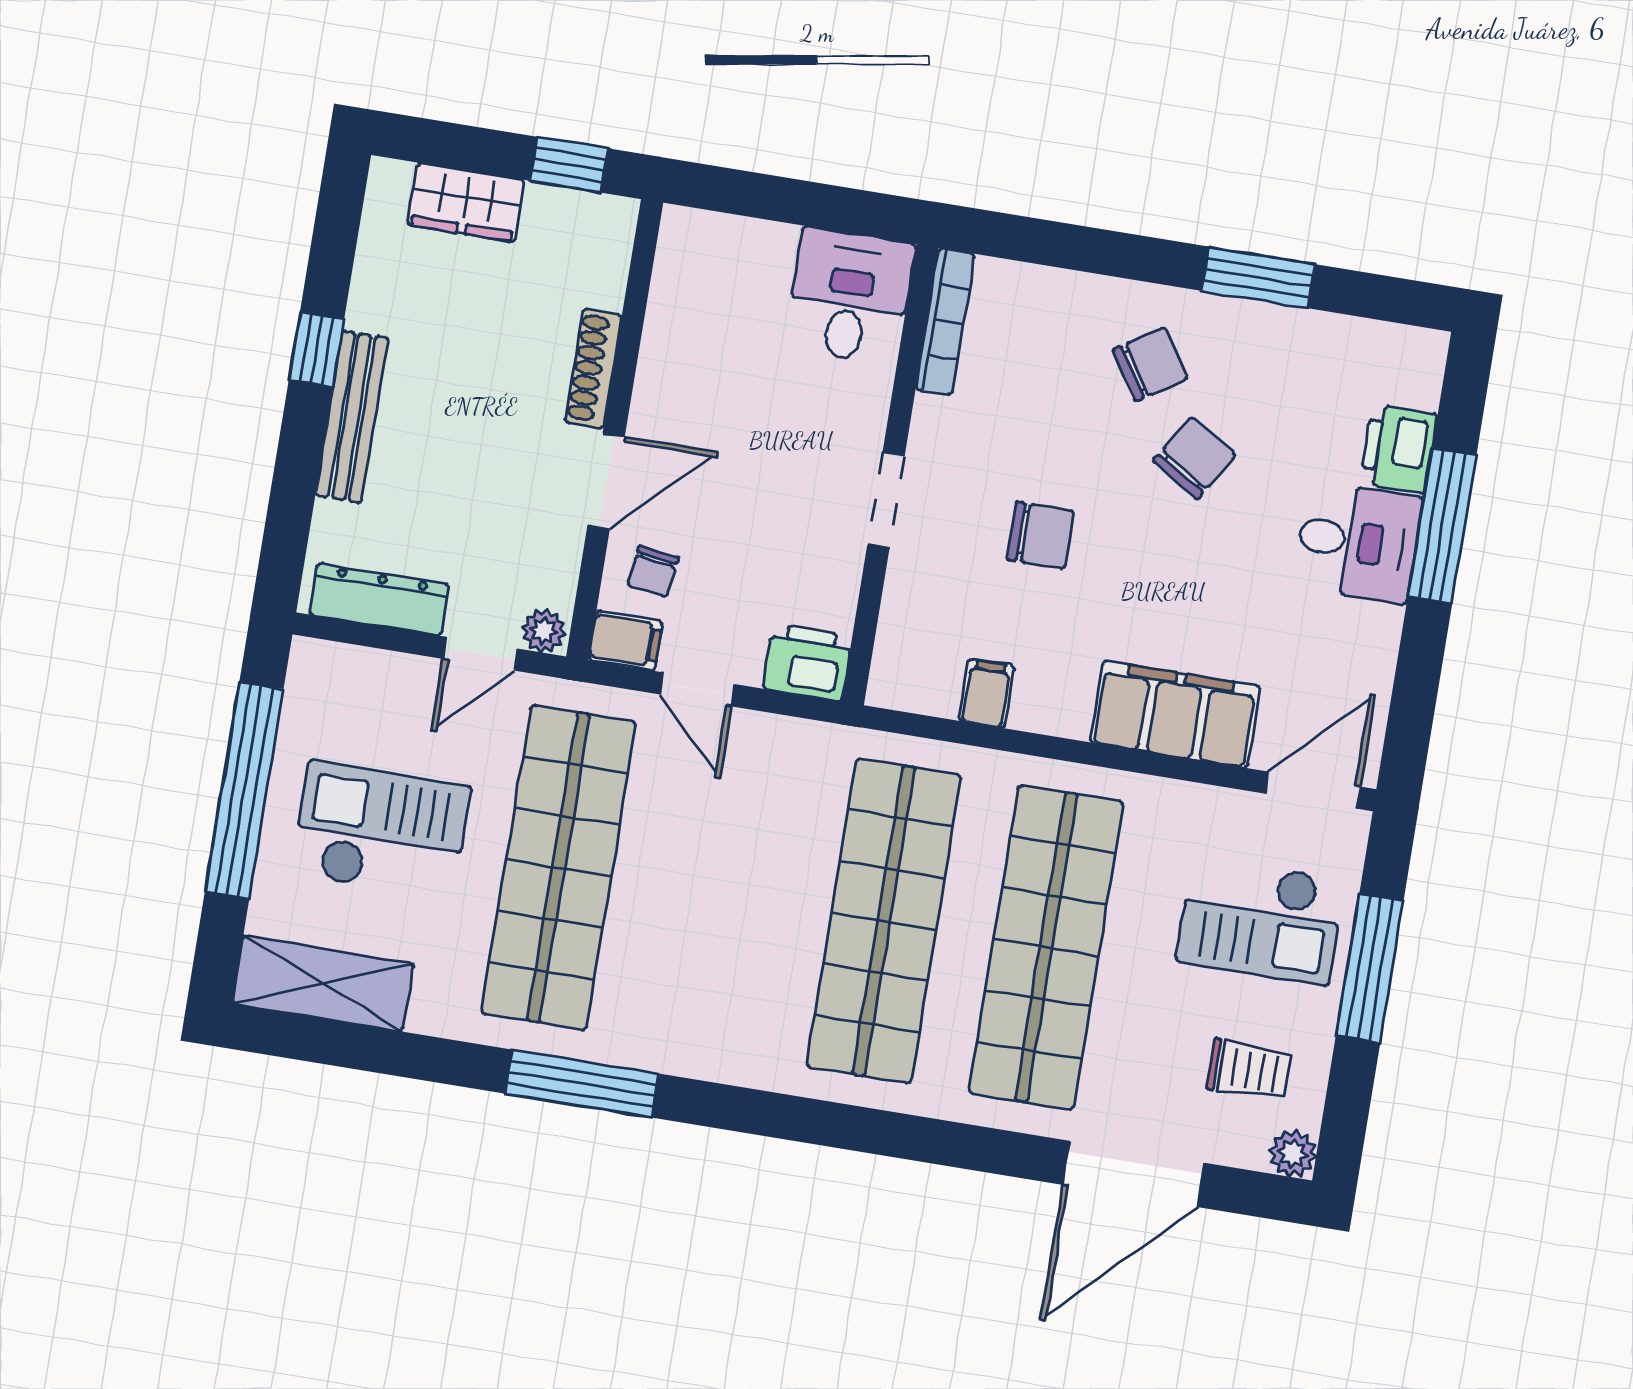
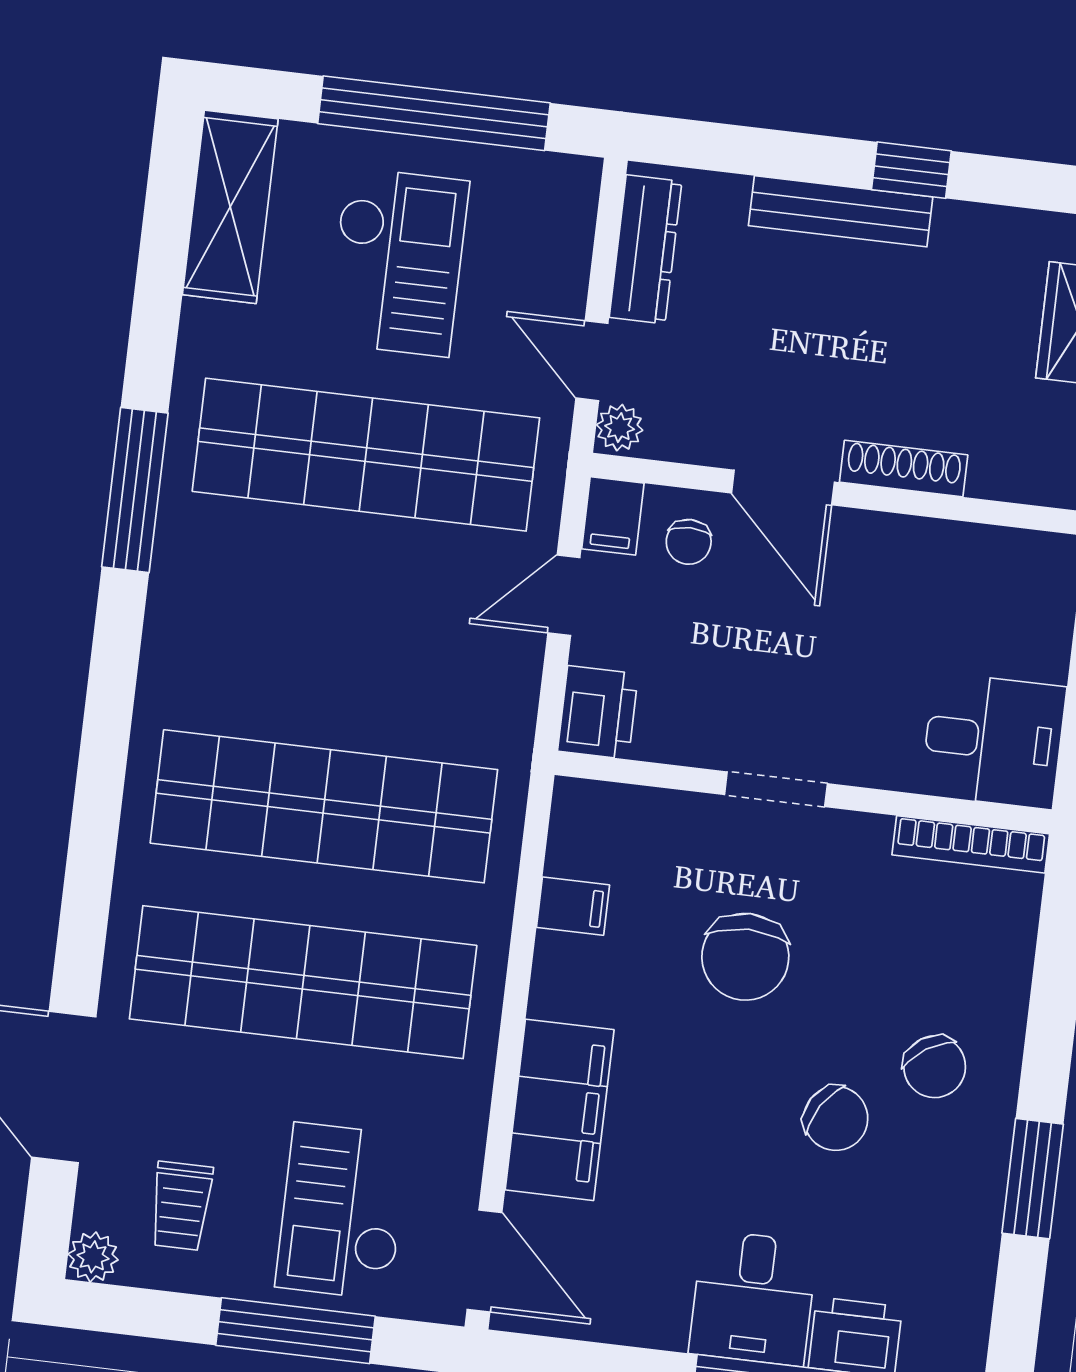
chair: (1041, 535) -> (745, 957), width x1.37, depth x1.37
chair: (653, 571) -> (689, 542), turned -98

